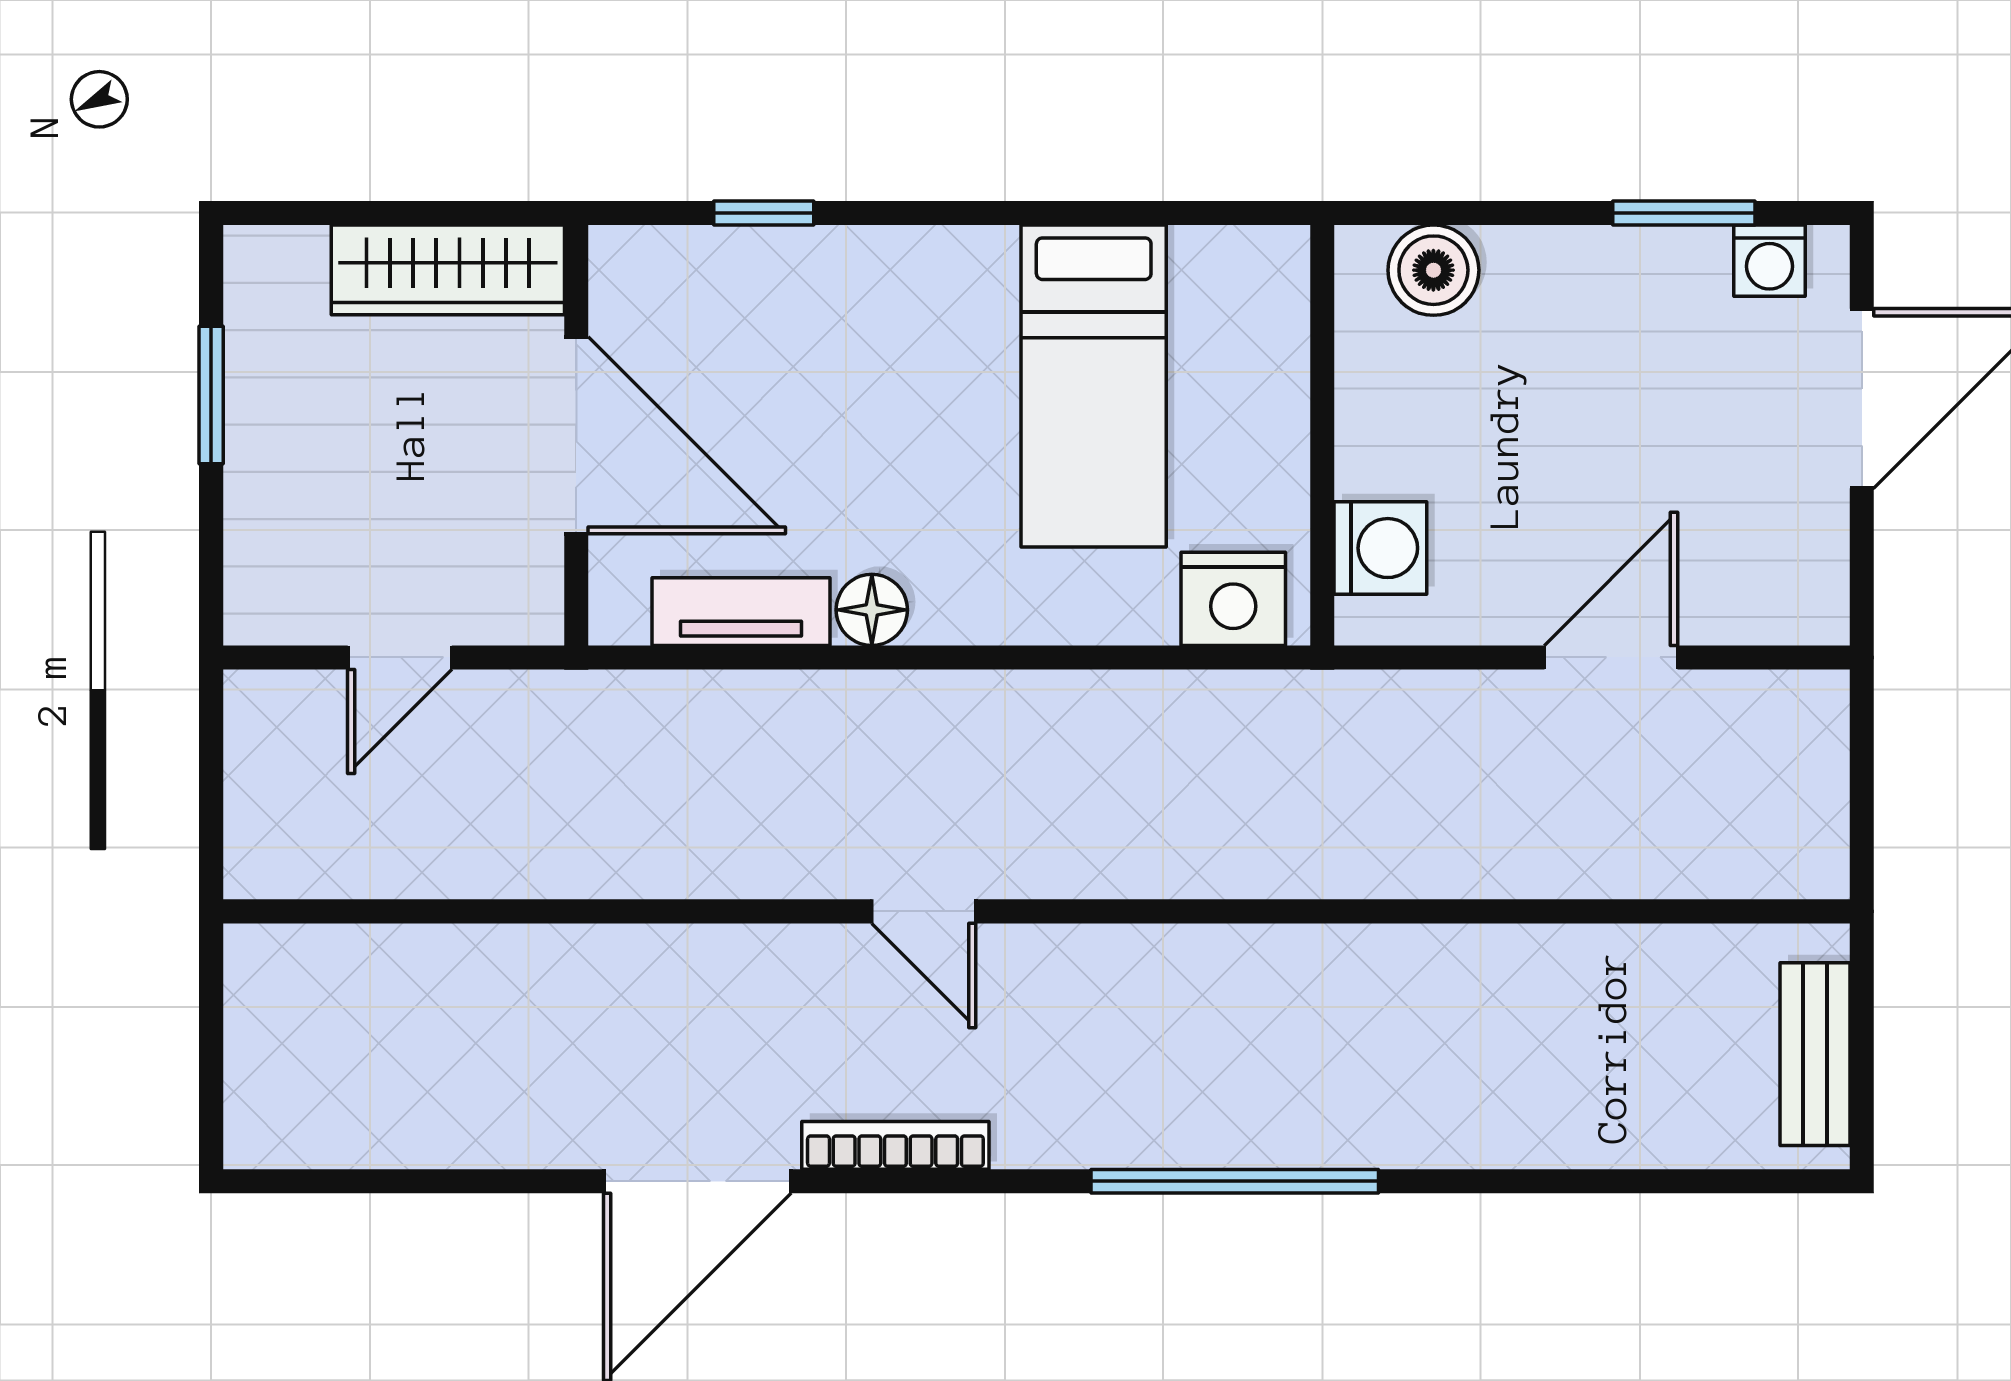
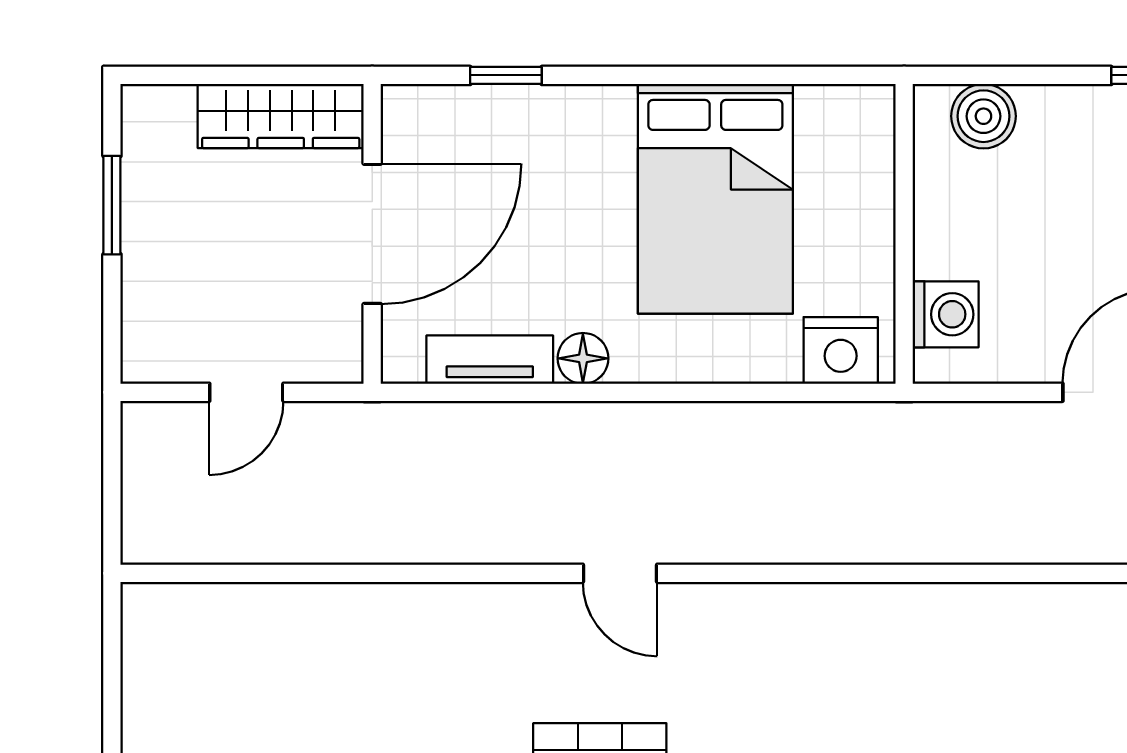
bed: (1094, 386) -> (715, 199), width x1.50
door: (576, 435) -> (372, 234), hinge flipped

